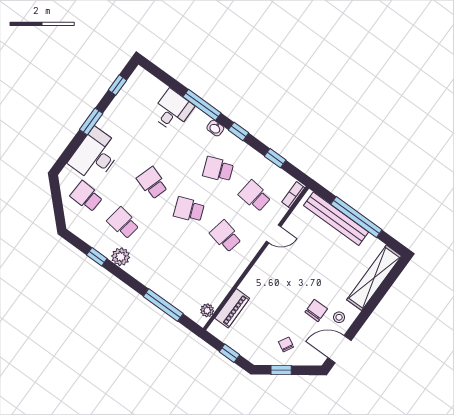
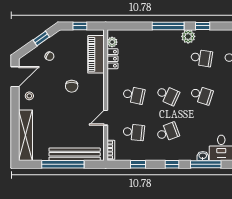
washbasin: (215, 128) -> (203, 156), moved
school desk: (189, 210) -> (168, 95), turned 45
locker: (220, 292) -> (112, 59), added
window: (163, 305) -> (168, 26), moved
piano: (232, 308) -> (96, 54), width x1.37, depth x1.33
chair: (316, 310) -> (72, 86), moved

